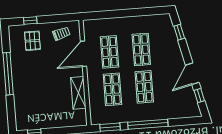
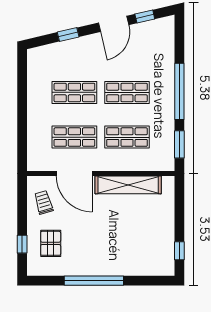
window: (179, 32) -> (68, 35), moved
pallet: (32, 41) -> (51, 243), turned 90
door: (192, 74) -> (114, 24), hinge flipped
shelving: (78, 93) -> (128, 185), width x1.47

